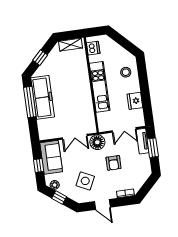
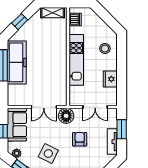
tv unit: (143, 141) -> (112, 142), moved
armchair: (114, 163) -> (80, 139), turned 180

